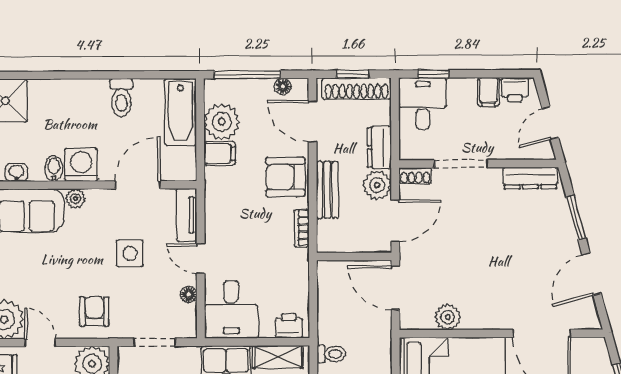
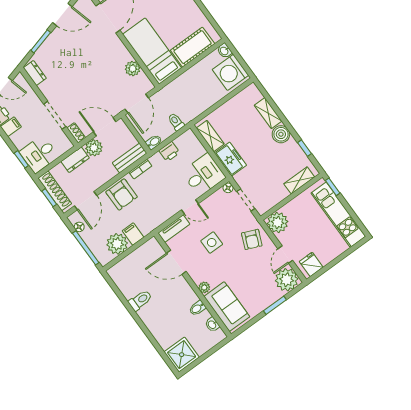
bathtub: (180, 112) -> (127, 267), removed
washing machine: (81, 165) -> (186, 296), removed
dresser: (530, 178) -> (35, 73), width x0.70
bench: (327, 190) -> (130, 158), moved
door: (201, 259) -> (190, 207), hinge flipped
bidet: (325, 273) -> (154, 142), added
floor lamp: (189, 294) -> (228, 188), moved
armchair: (94, 311) -> (252, 239), turned -67
printer: (289, 326) -> (169, 152), moved, turned -90
toilet: (331, 354) -> (176, 122), moved

